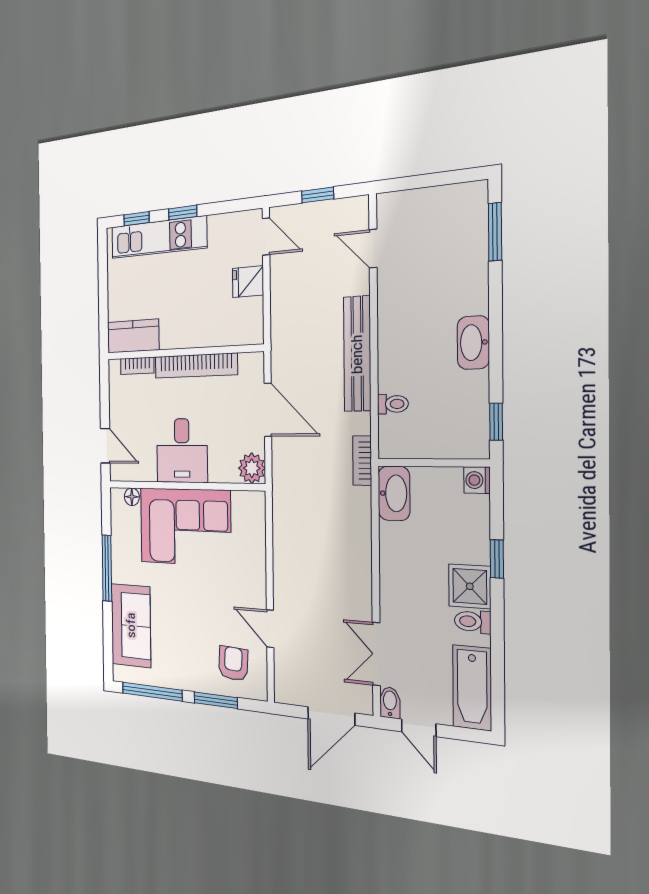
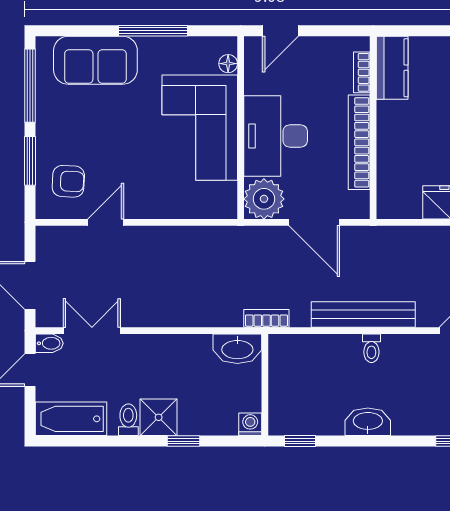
toilet: (393, 404) -> (371, 348), moved
door: (268, 410) -> (314, 222), hinge flipped
desk: (182, 451) -> (276, 136), width x1.37
plant: (252, 468) -> (264, 199), width x1.36, depth x1.36

